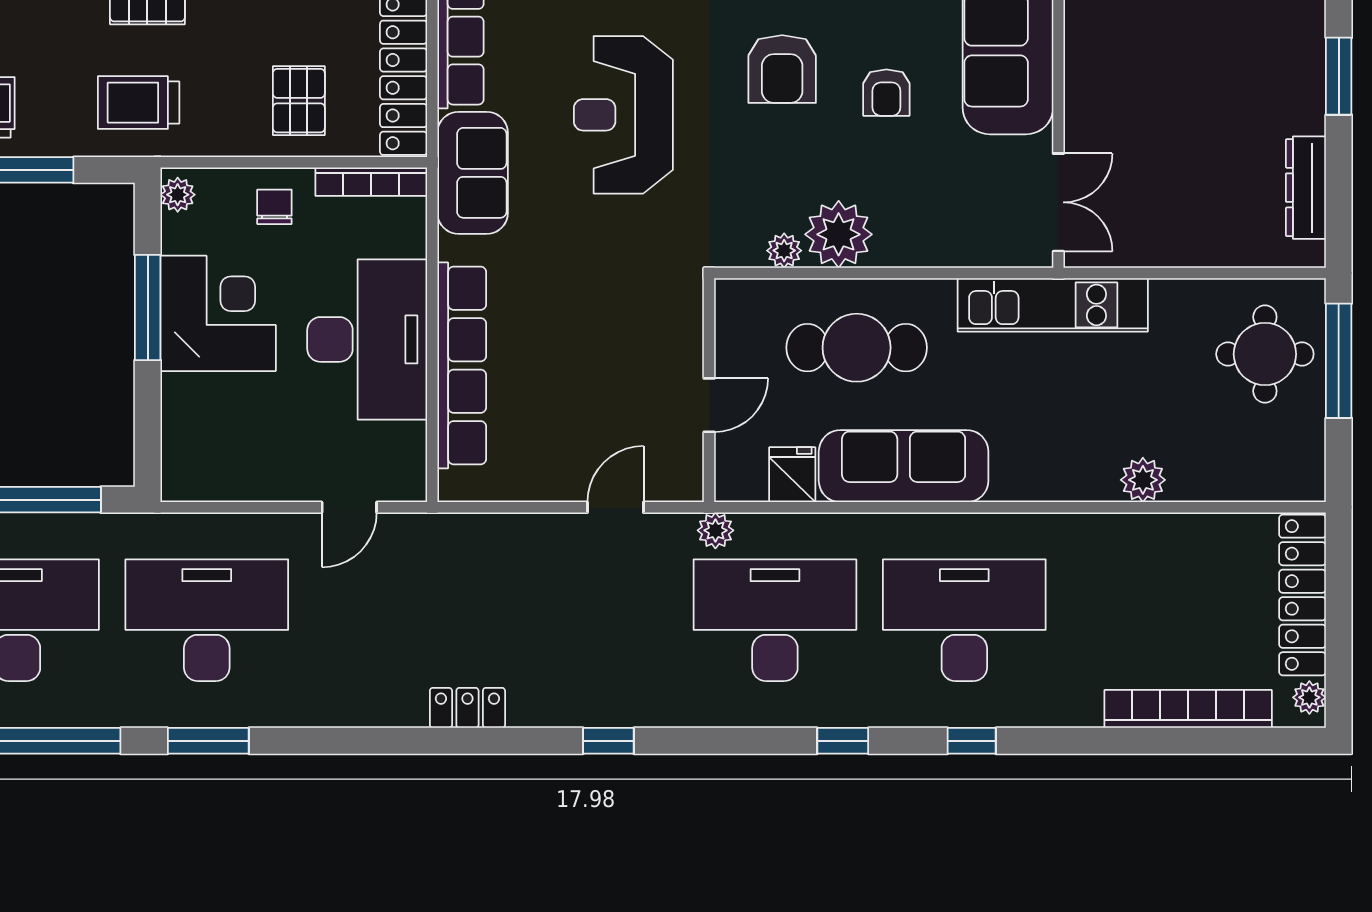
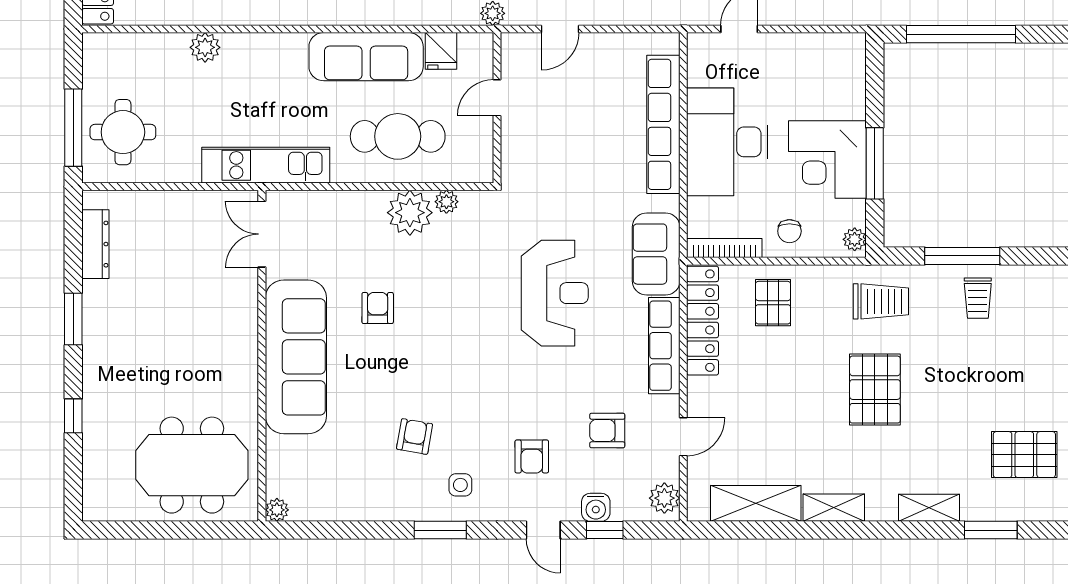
armchair: (782, 69) -> (448, 324), removed

